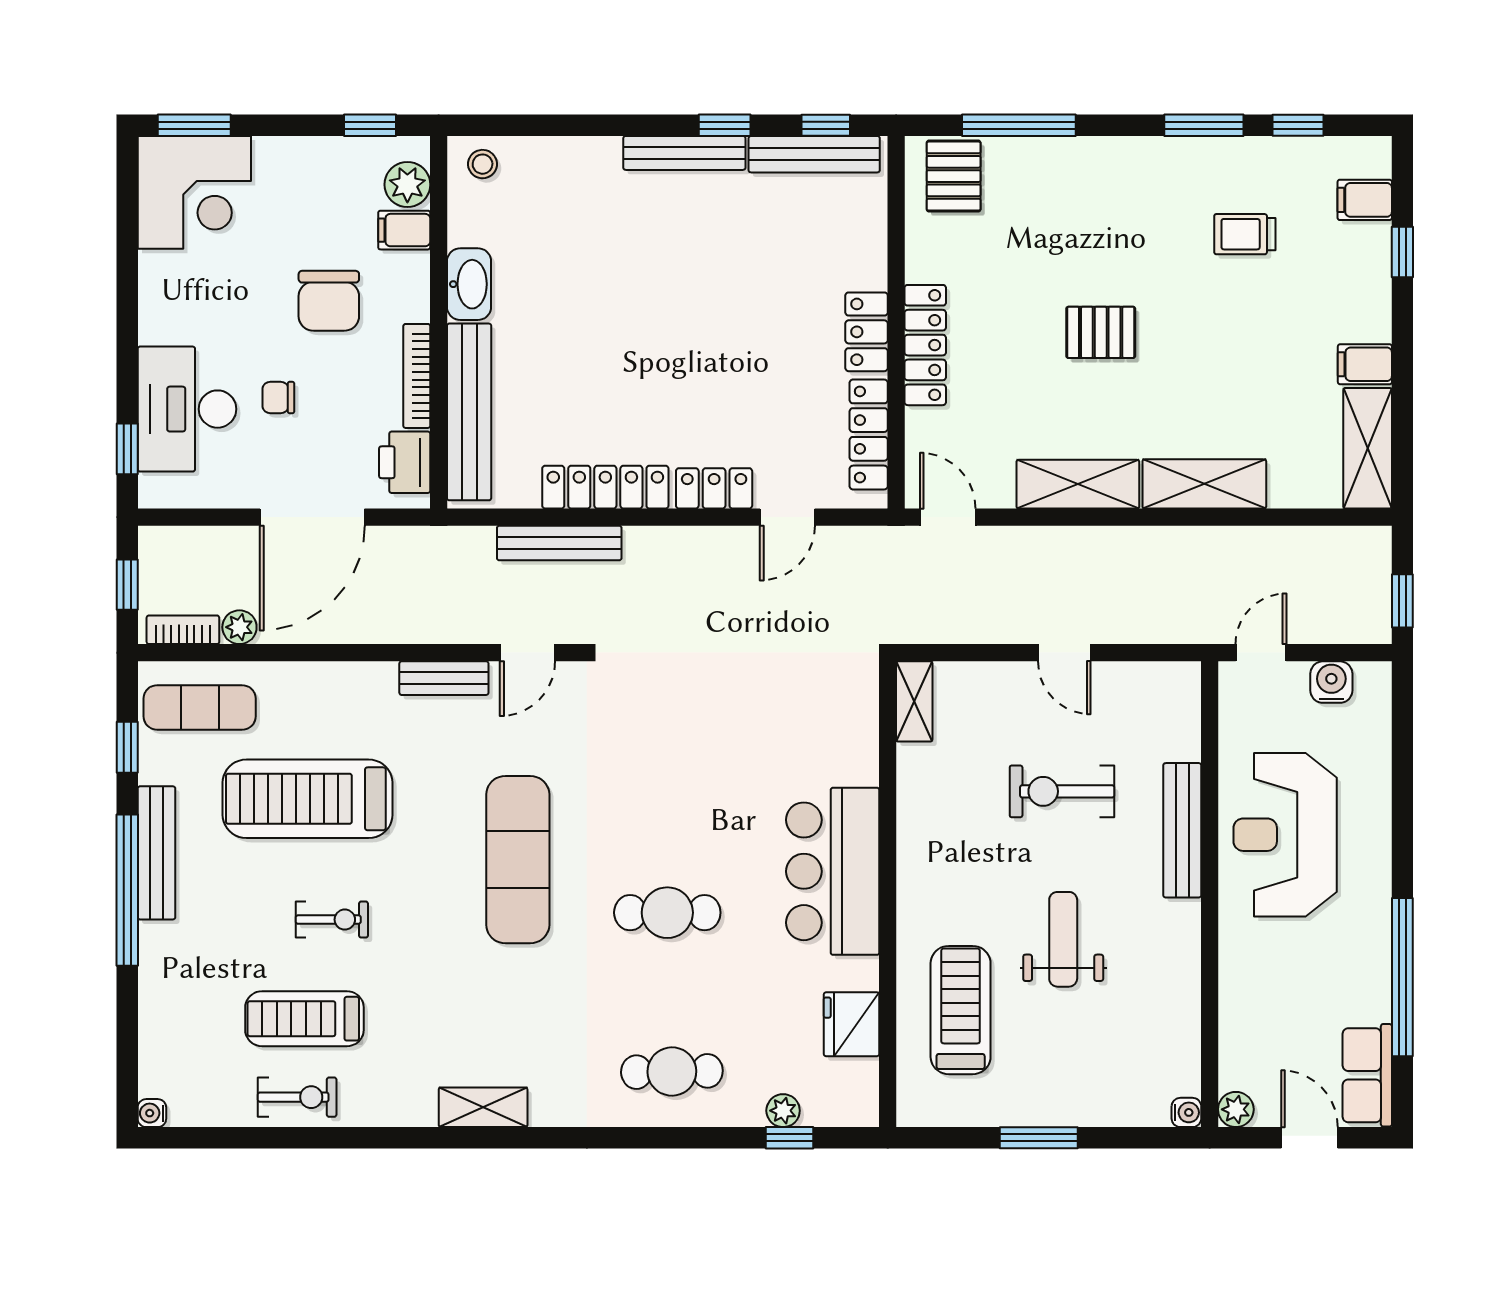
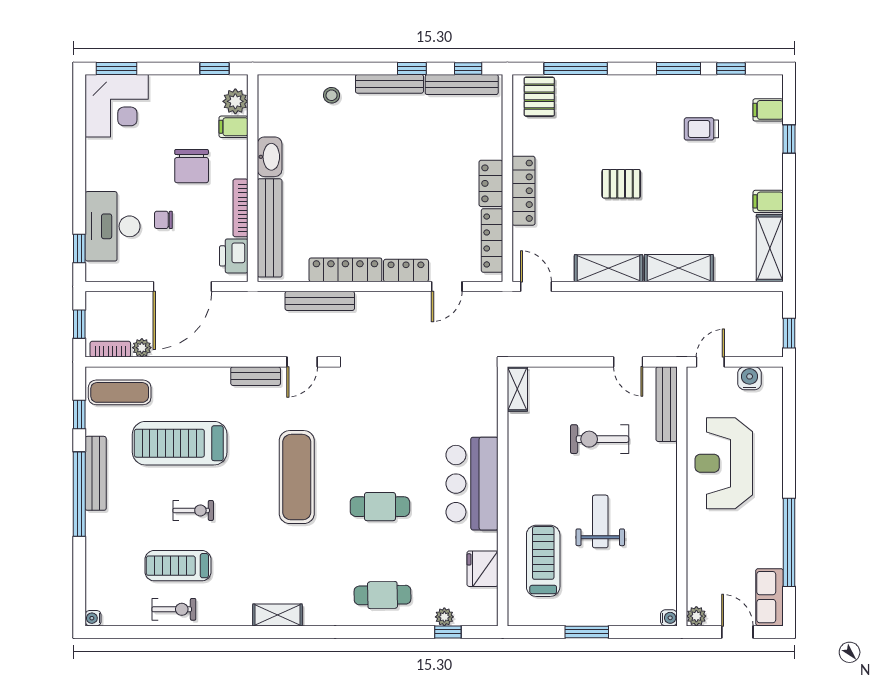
stool: (483, 164) -> (332, 95), moved
door: (1064, 653) -> (628, 362), moved
bench: (1182, 830) -> (667, 404), moved

